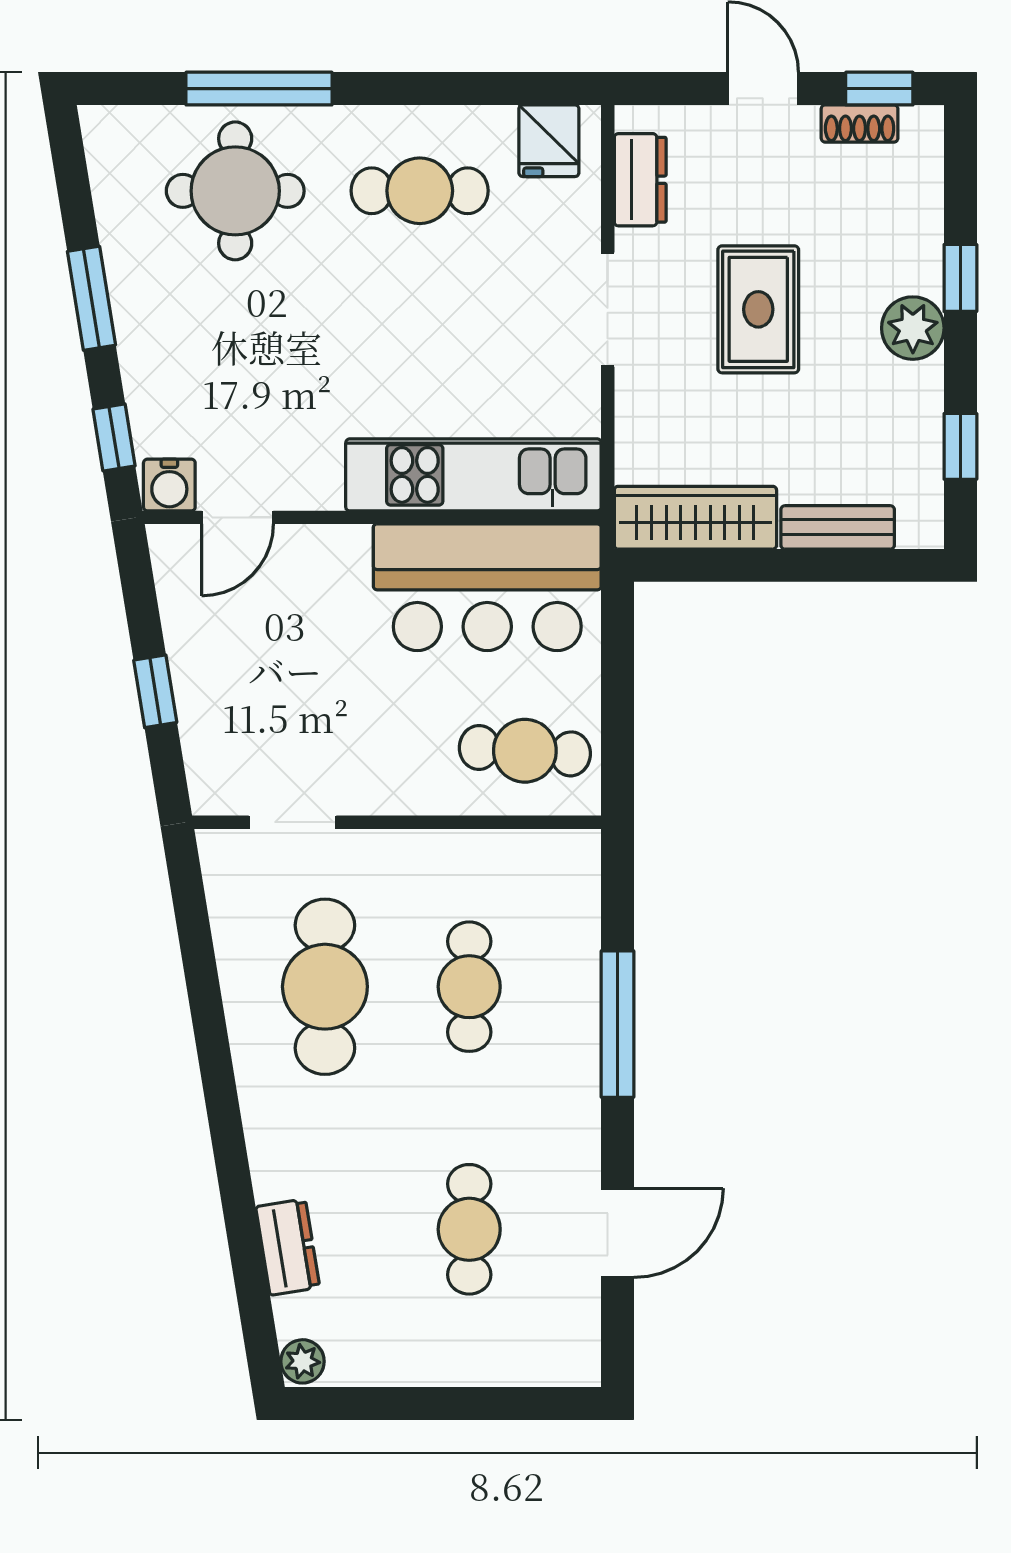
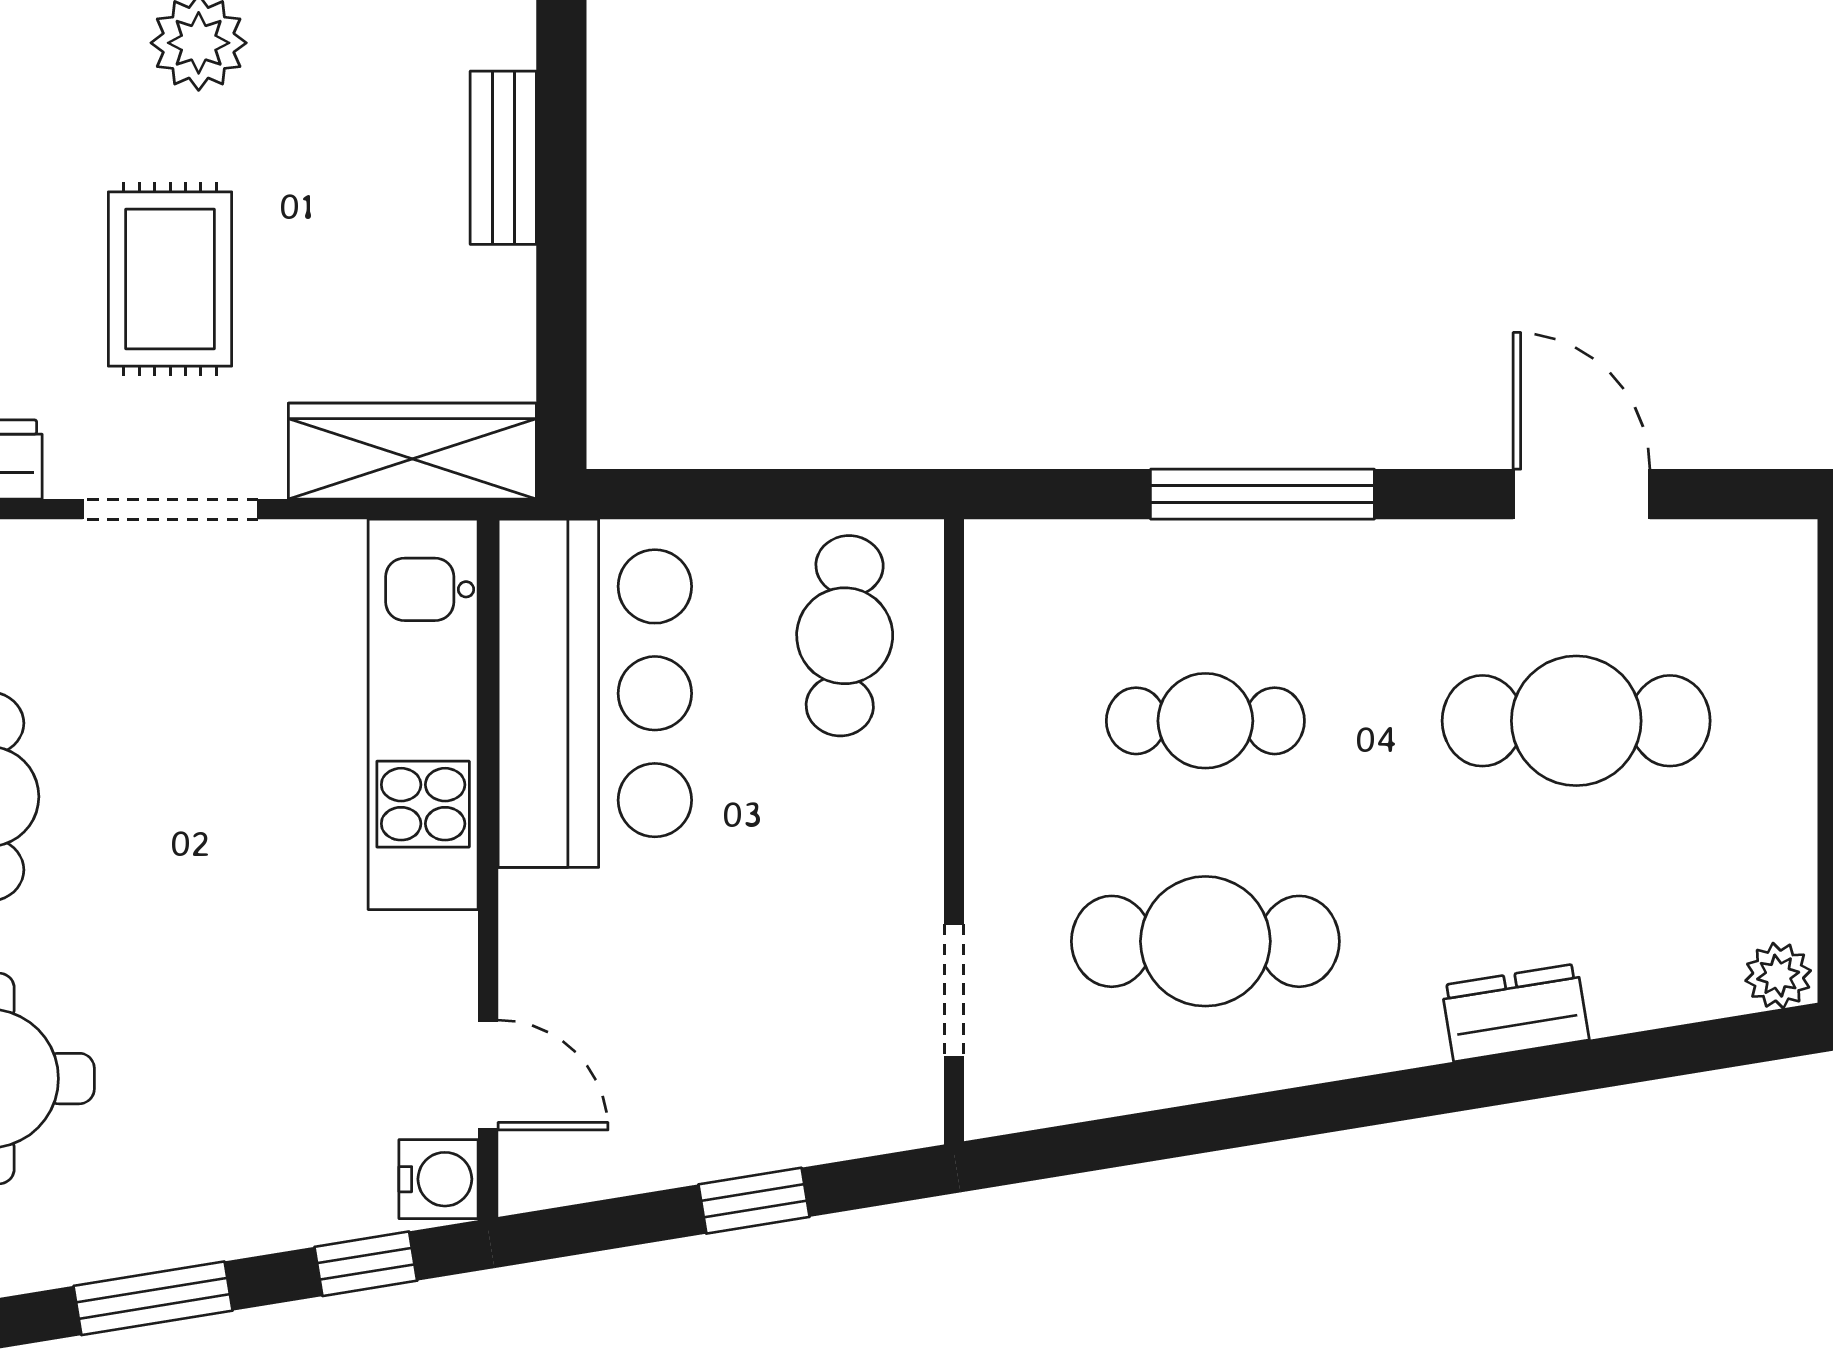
rug: (758, 309) -> (170, 279), turned 90
wardrobe: (695, 518) -> (412, 451), moved, turned 90
cafe table: (469, 1229) -> (1576, 721), width x1.37, depth x1.35
dresser: (288, 1247) -> (1515, 1013), moved

